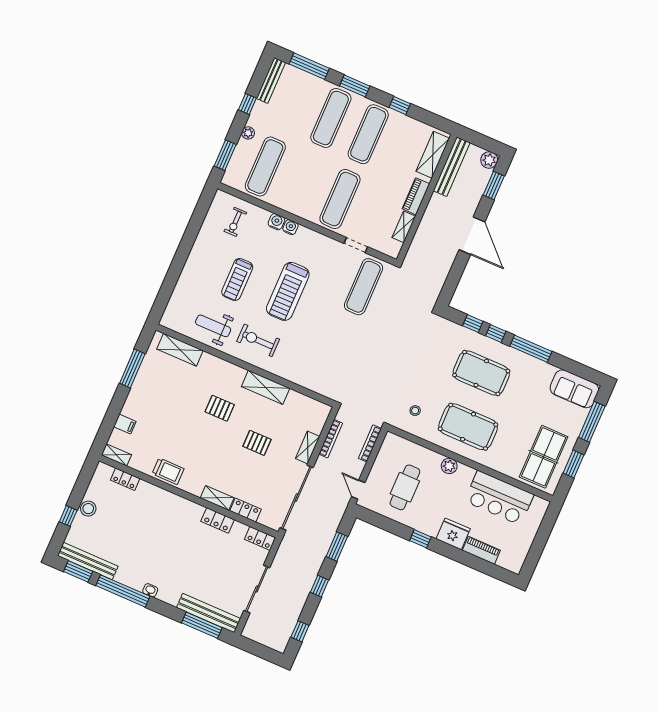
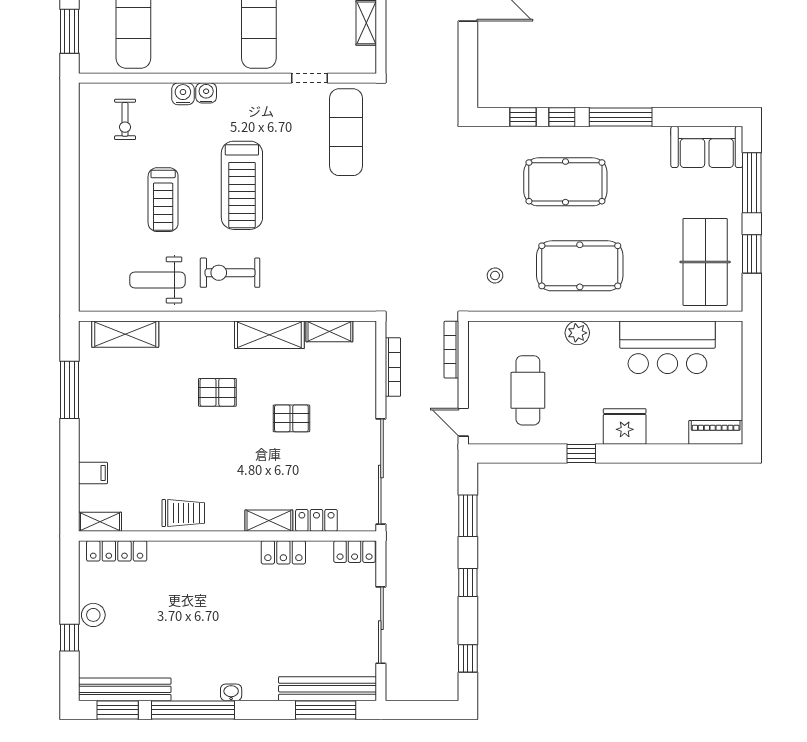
shelving: (308, 447) -> (329, 331), moved, turned 90
locker: (125, 479) -> (117, 551), width x1.53
piano: (481, 550) -> (716, 432), moved

